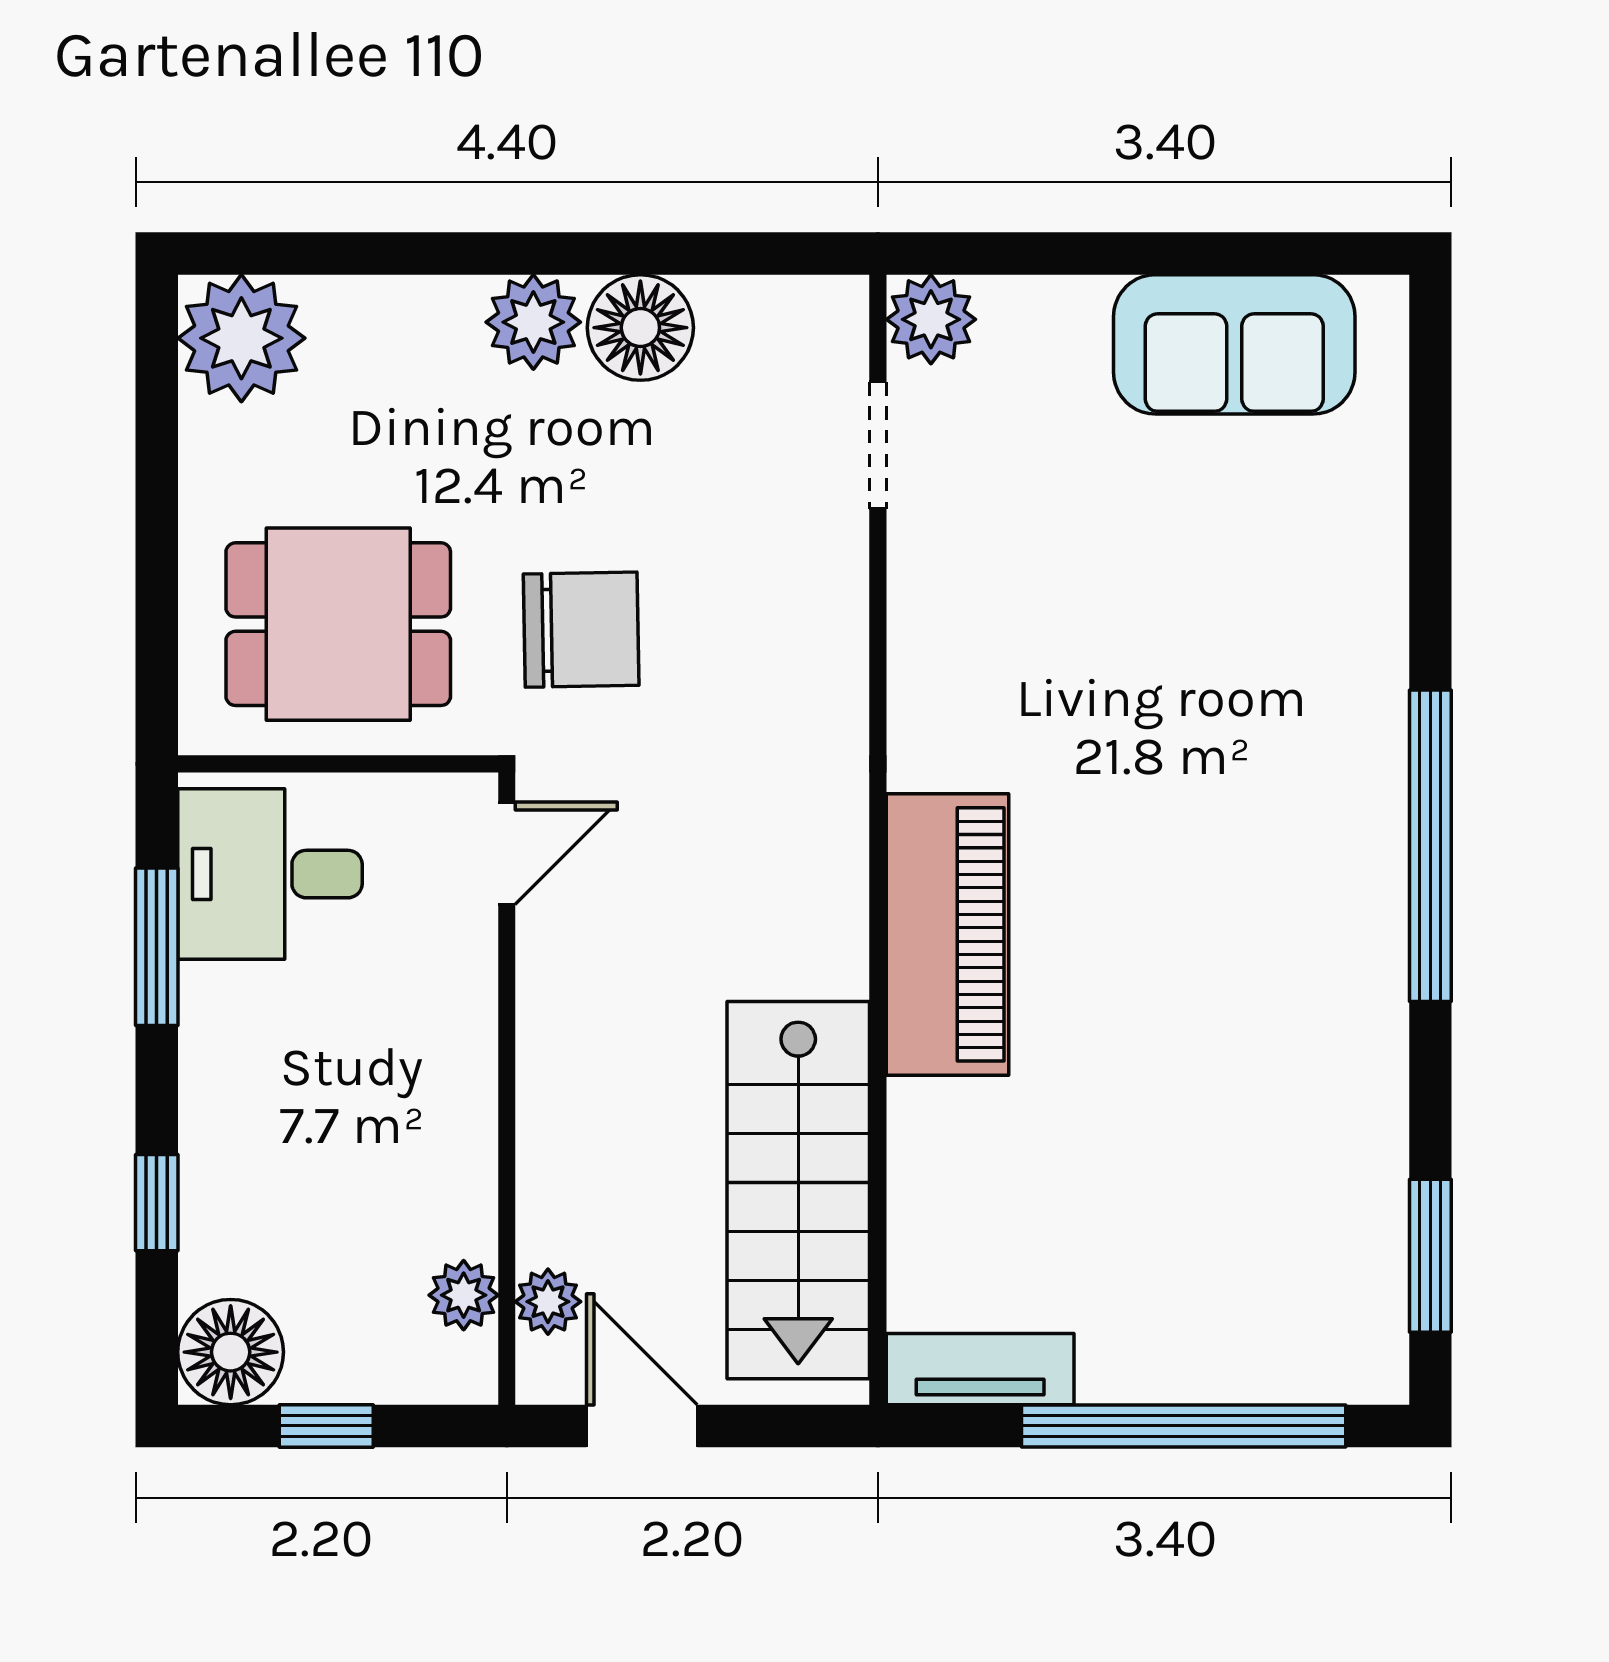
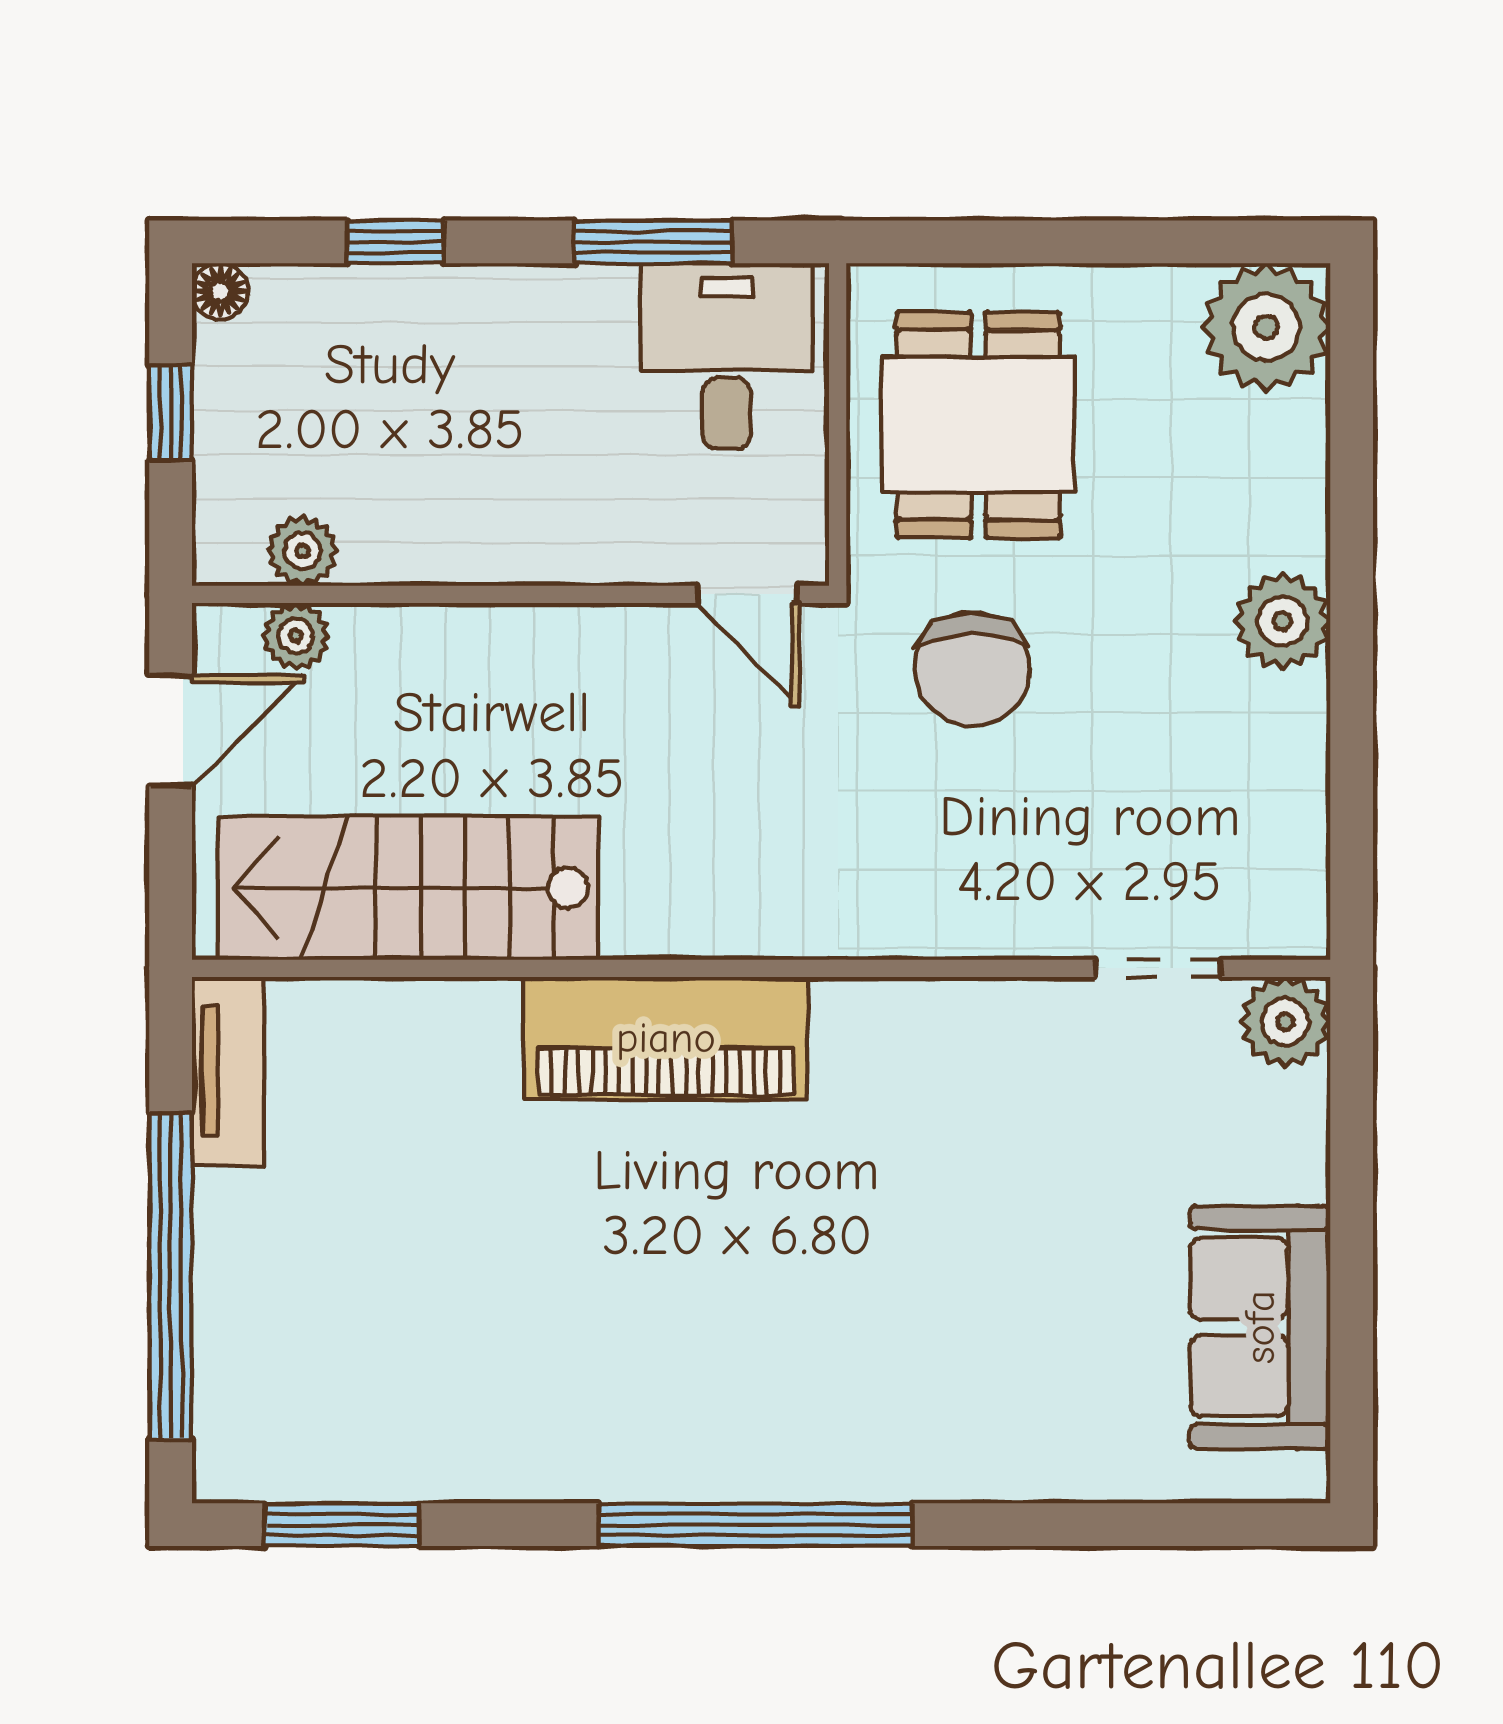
floor lamp: (640, 328) -> (1277, 729), removed
floor lamp: (231, 1352) -> (220, 291), width x0.53, depth x0.53

